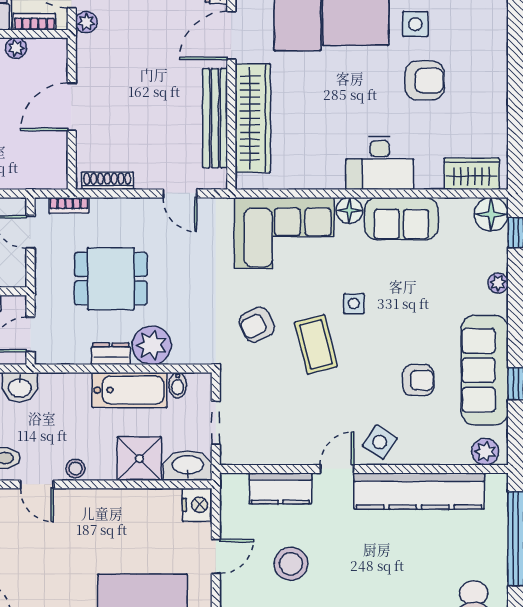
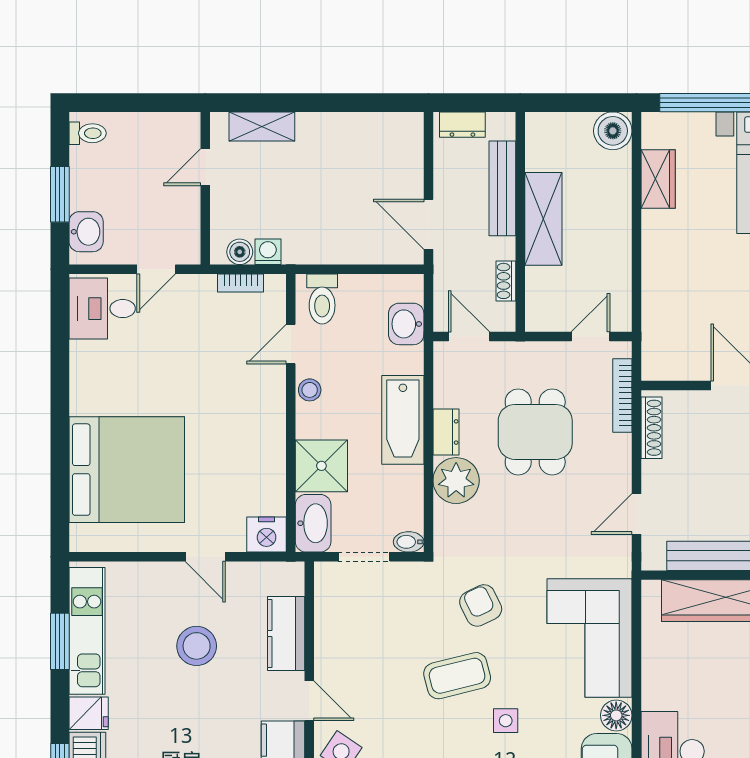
bookcase: (69, 205) -> (622, 396), width x1.56
bidet: (178, 385) -> (409, 542), moved
bathtub: (129, 390) -> (403, 420), moved

